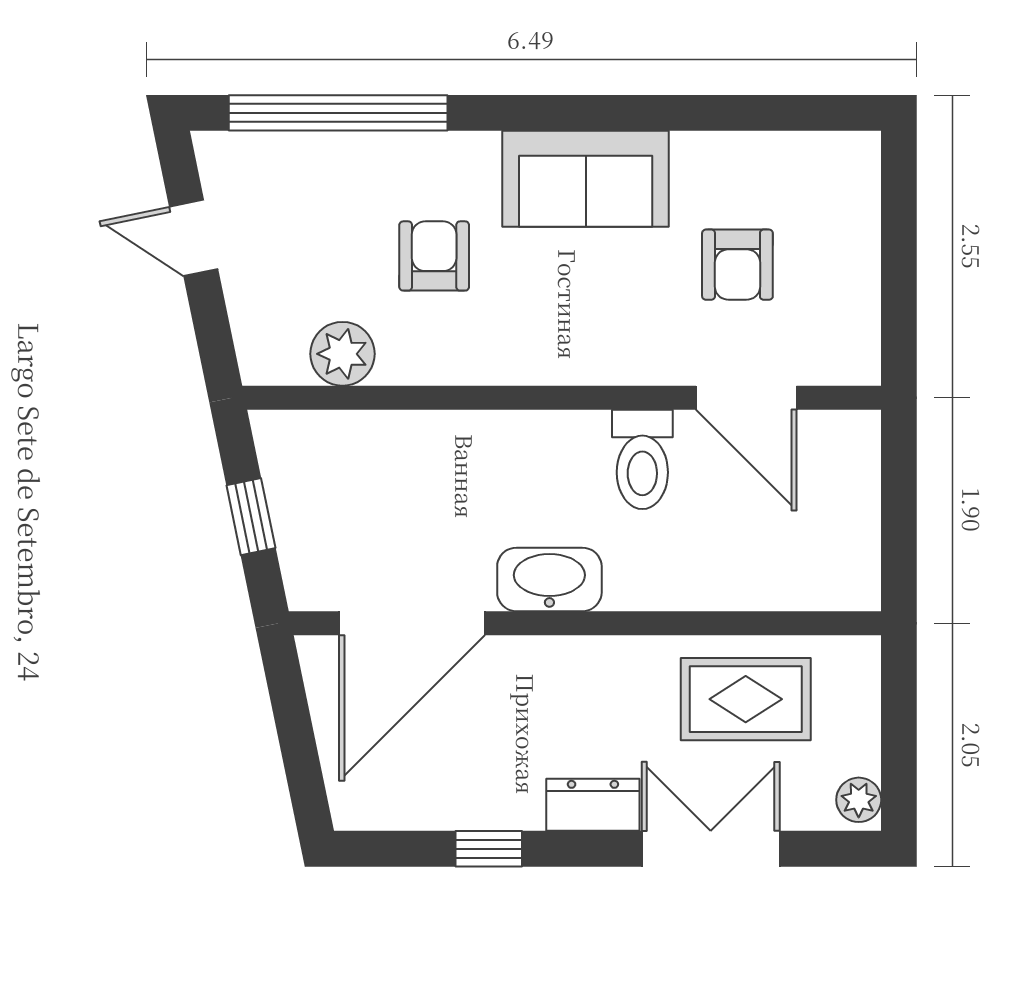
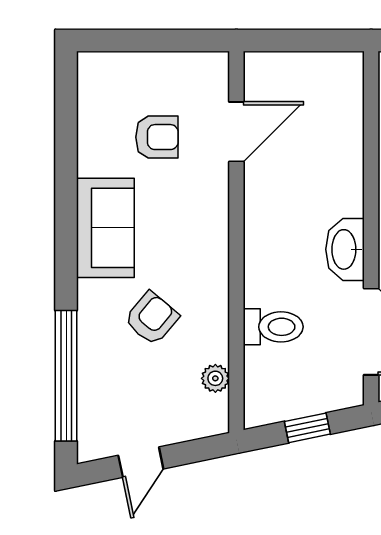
armchair: (434, 256) -> (152, 318), turned 130
plant: (343, 354) -> (215, 378), width x0.73, depth x0.73
toilet: (642, 459) -> (273, 327), moved

